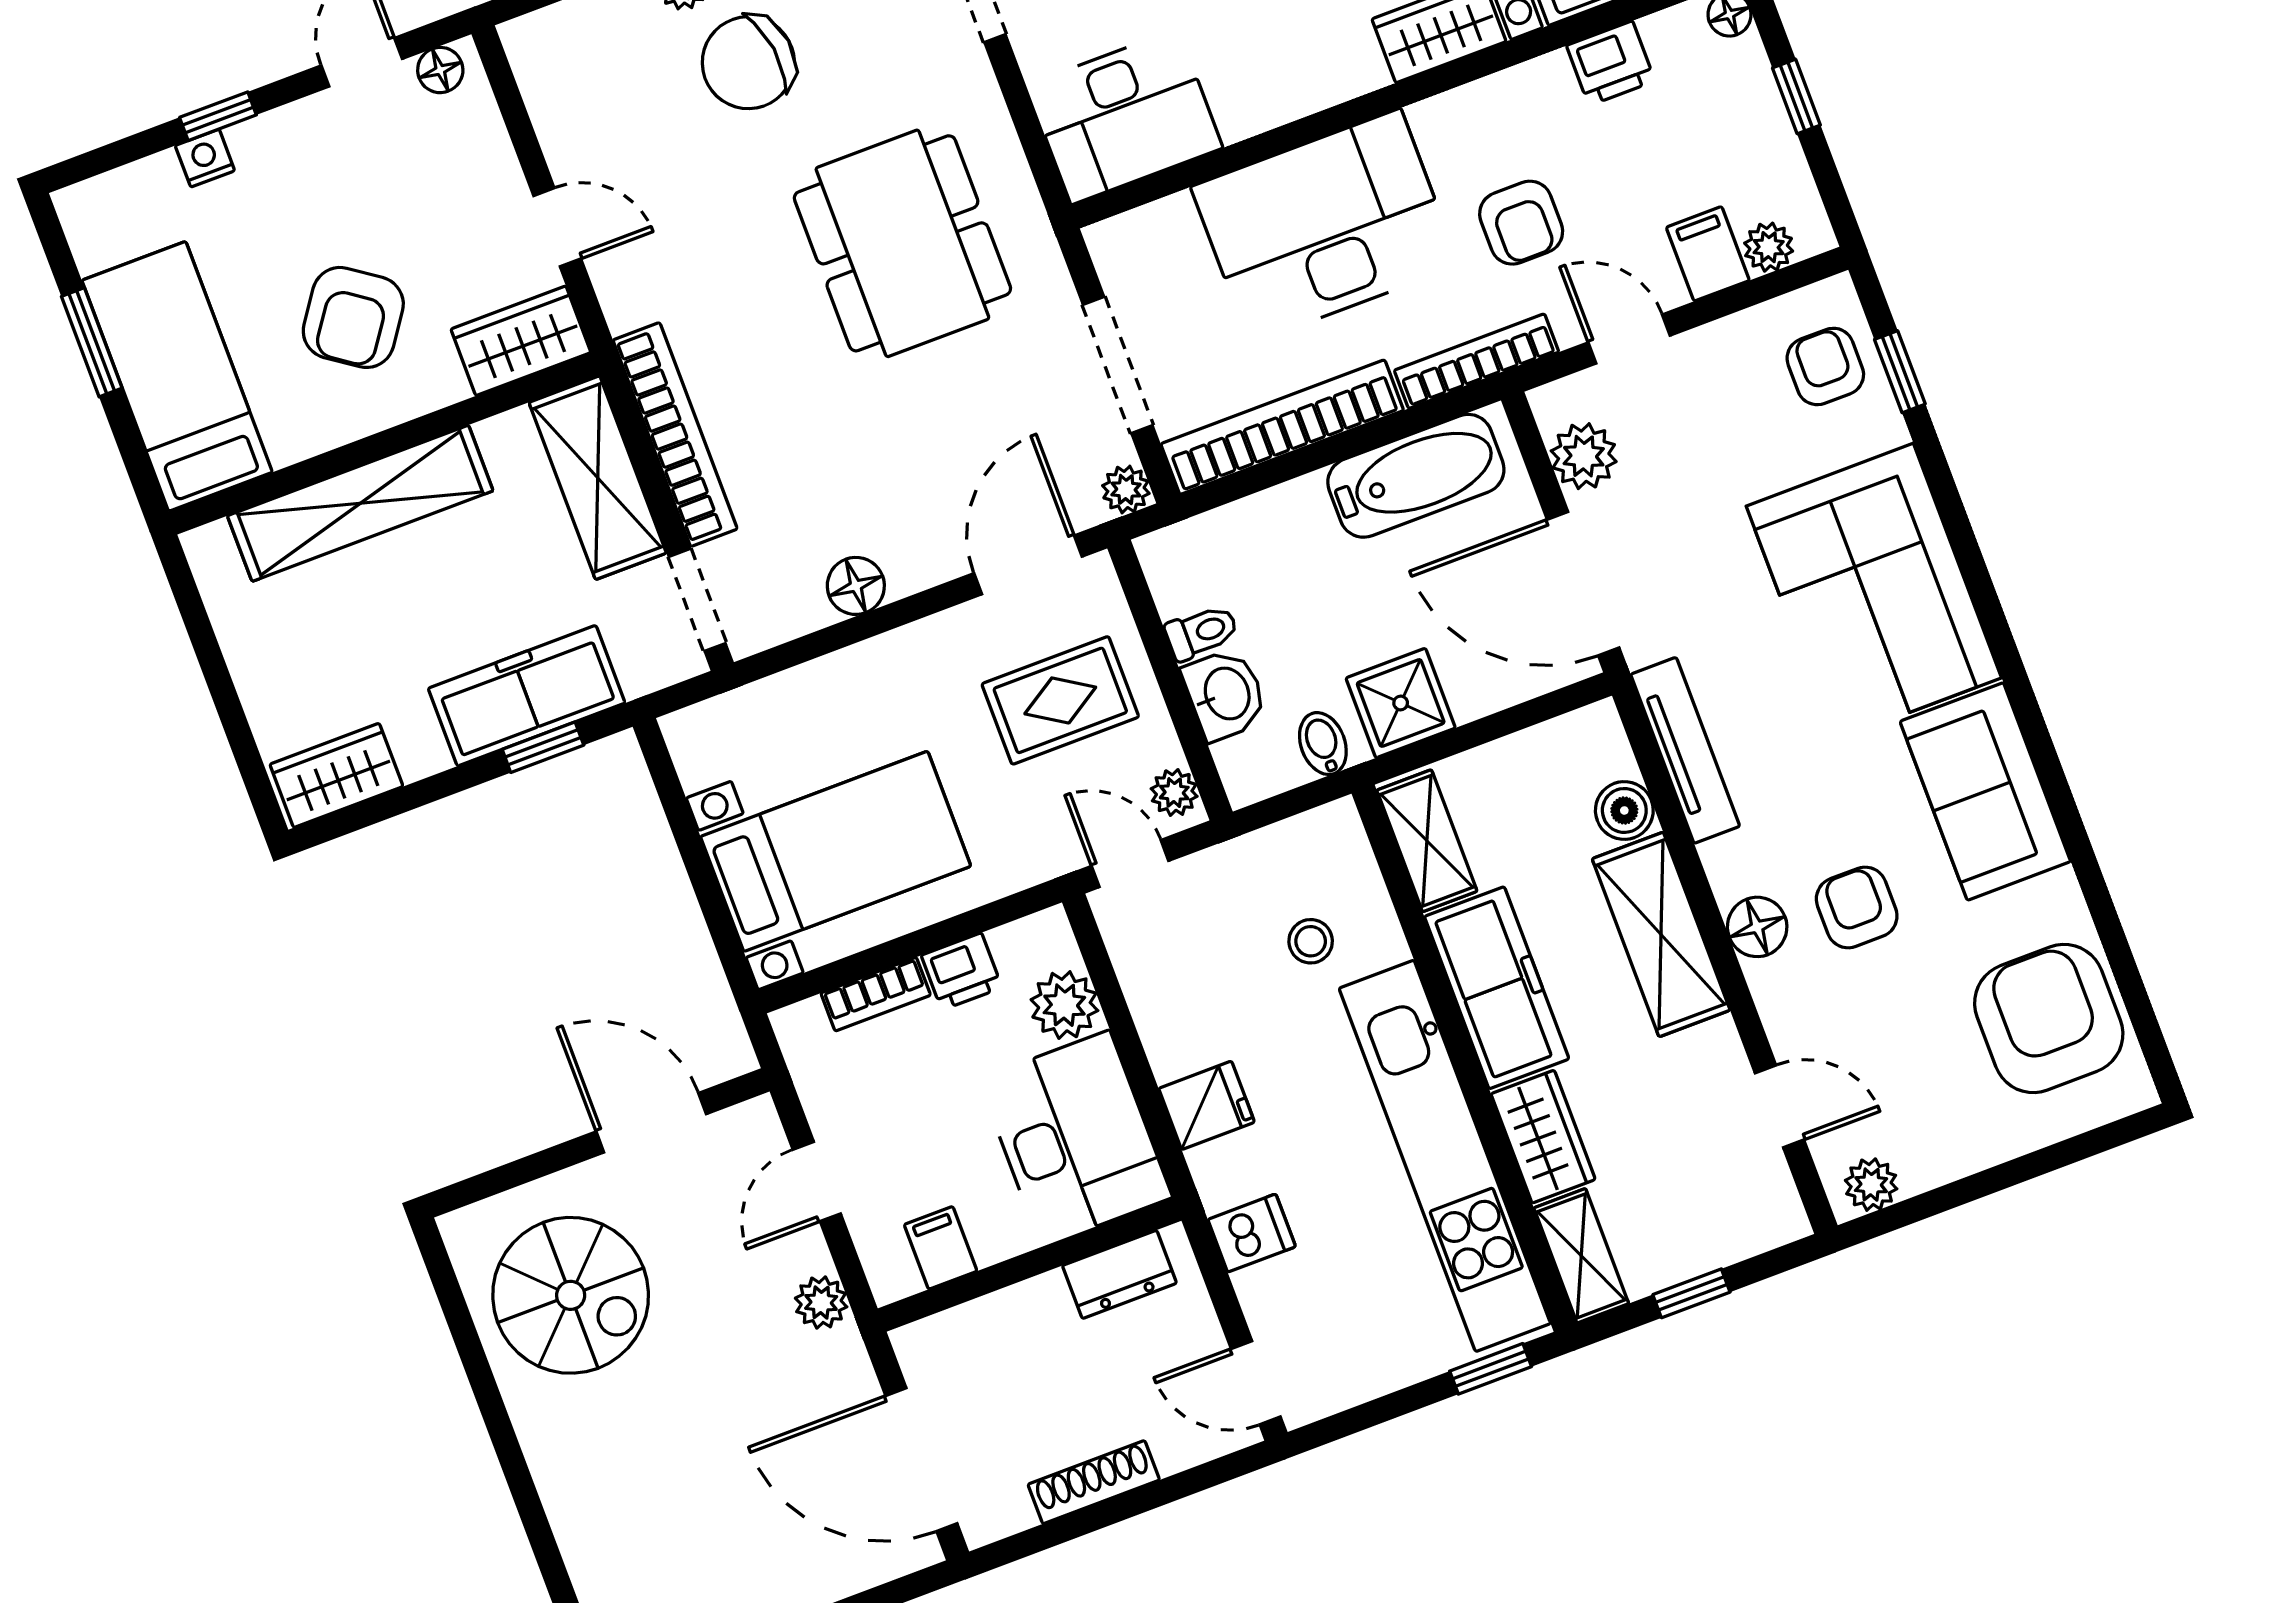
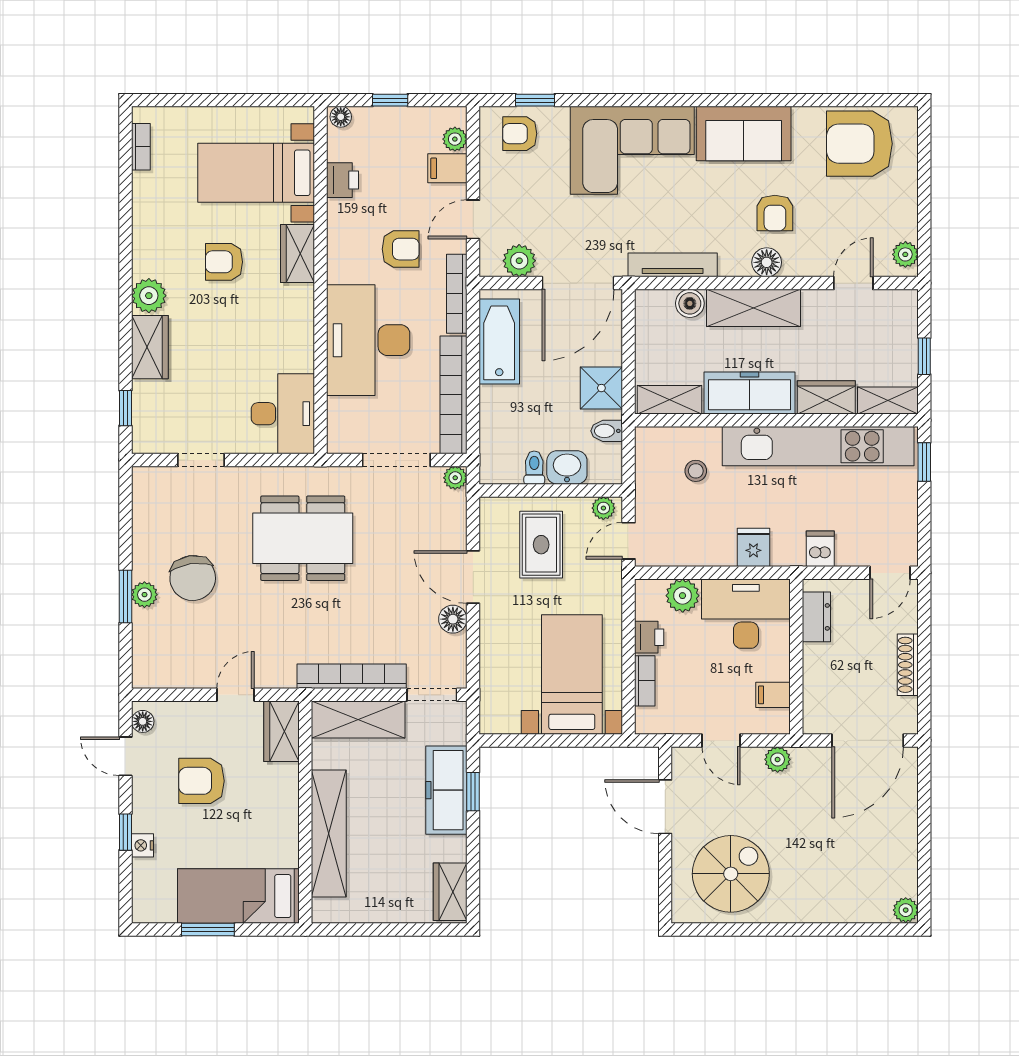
armchair: (353, 317) -> (201, 781), moved, turned 145
door: (1028, 565) -> (473, 577), moved
armchair: (1857, 907) -> (775, 213), turned -90
door: (651, 1123) -> (665, 807), hinge flipped

